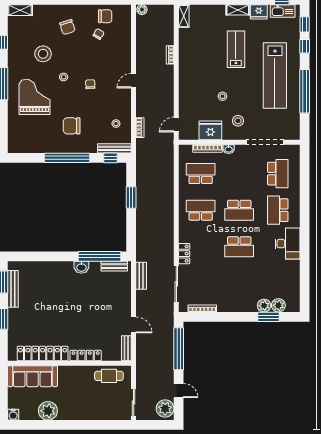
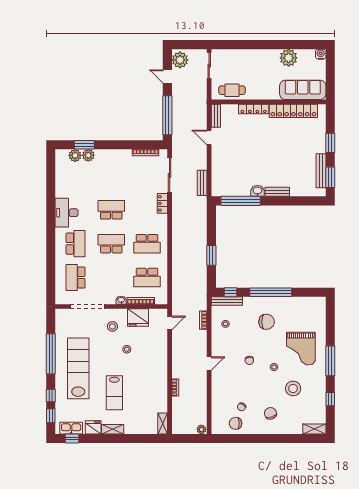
bench: (114, 266) -> (277, 192), moved

